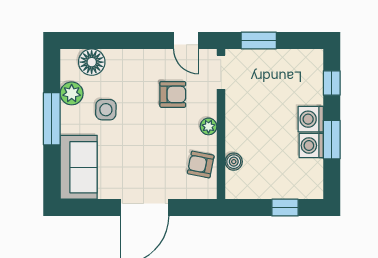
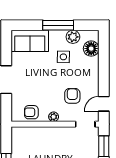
armchair: (173, 94) -> (72, 96), turned 180
boiler: (234, 162) -> (33, 132), removed
armchair: (201, 164) -> (31, 112), turned -101

